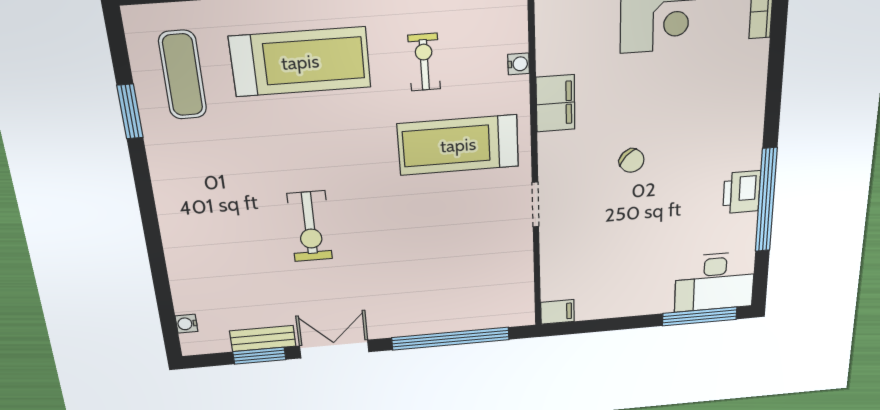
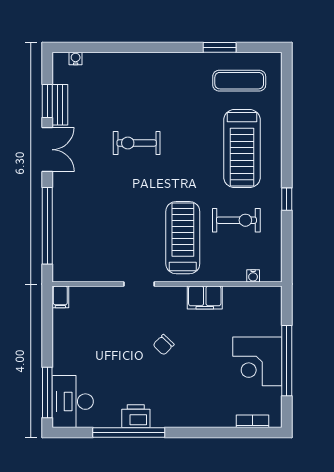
exercise bike: (424, 62) -> (236, 220), width x1.38, depth x1.39
water cooler: (519, 64) -> (253, 276), moved

